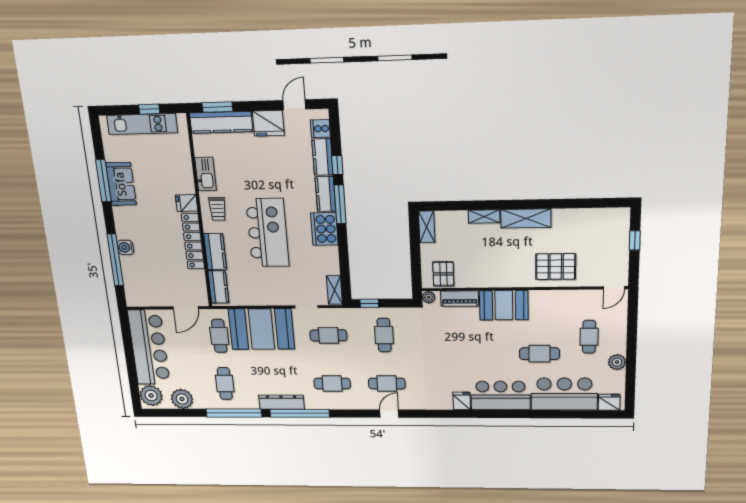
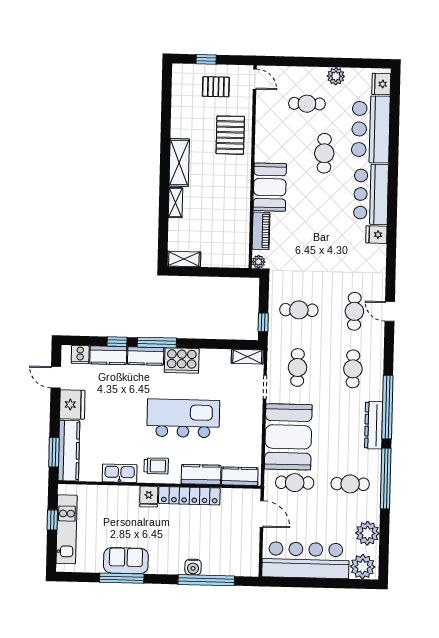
pallet: (443, 274) -> (216, 87), moved

